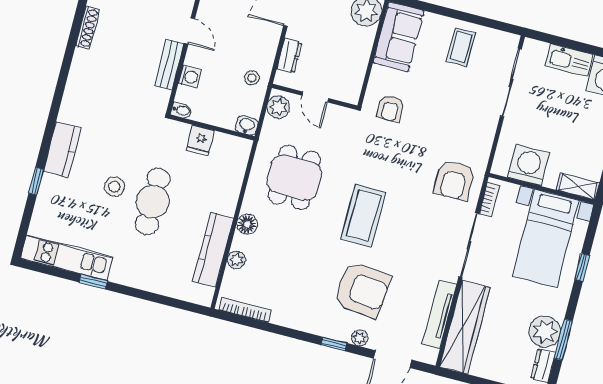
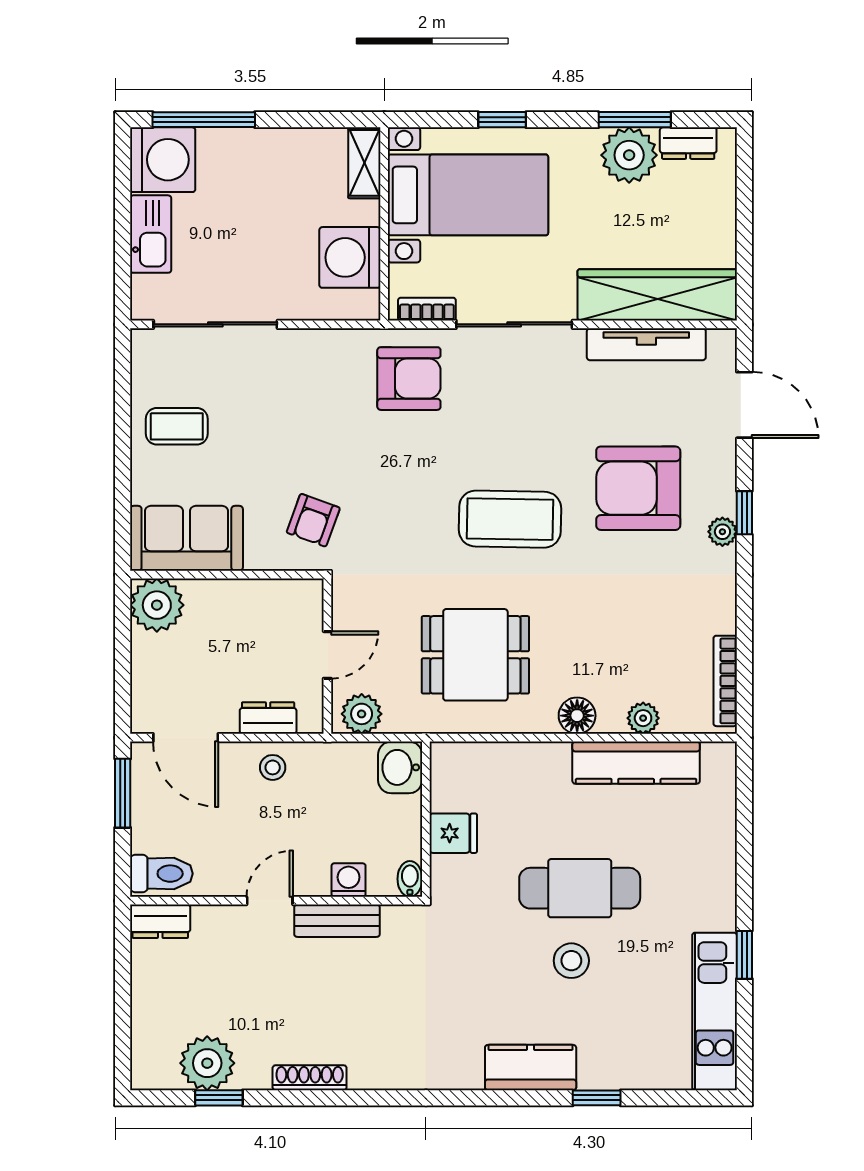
stool: (252, 78) -> (273, 767), moved
armchair: (391, 108) -> (313, 520), turned 110
washbasin: (247, 125) -> (400, 767), width x1.38, depth x1.45
armchair: (362, 290) -> (638, 488), turned -96
plant: (360, 338) -> (722, 532), moved

